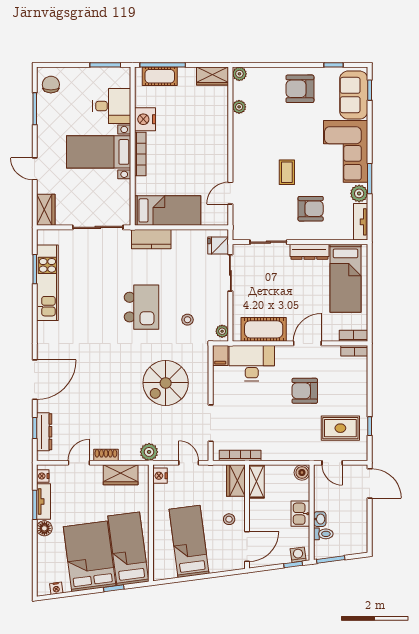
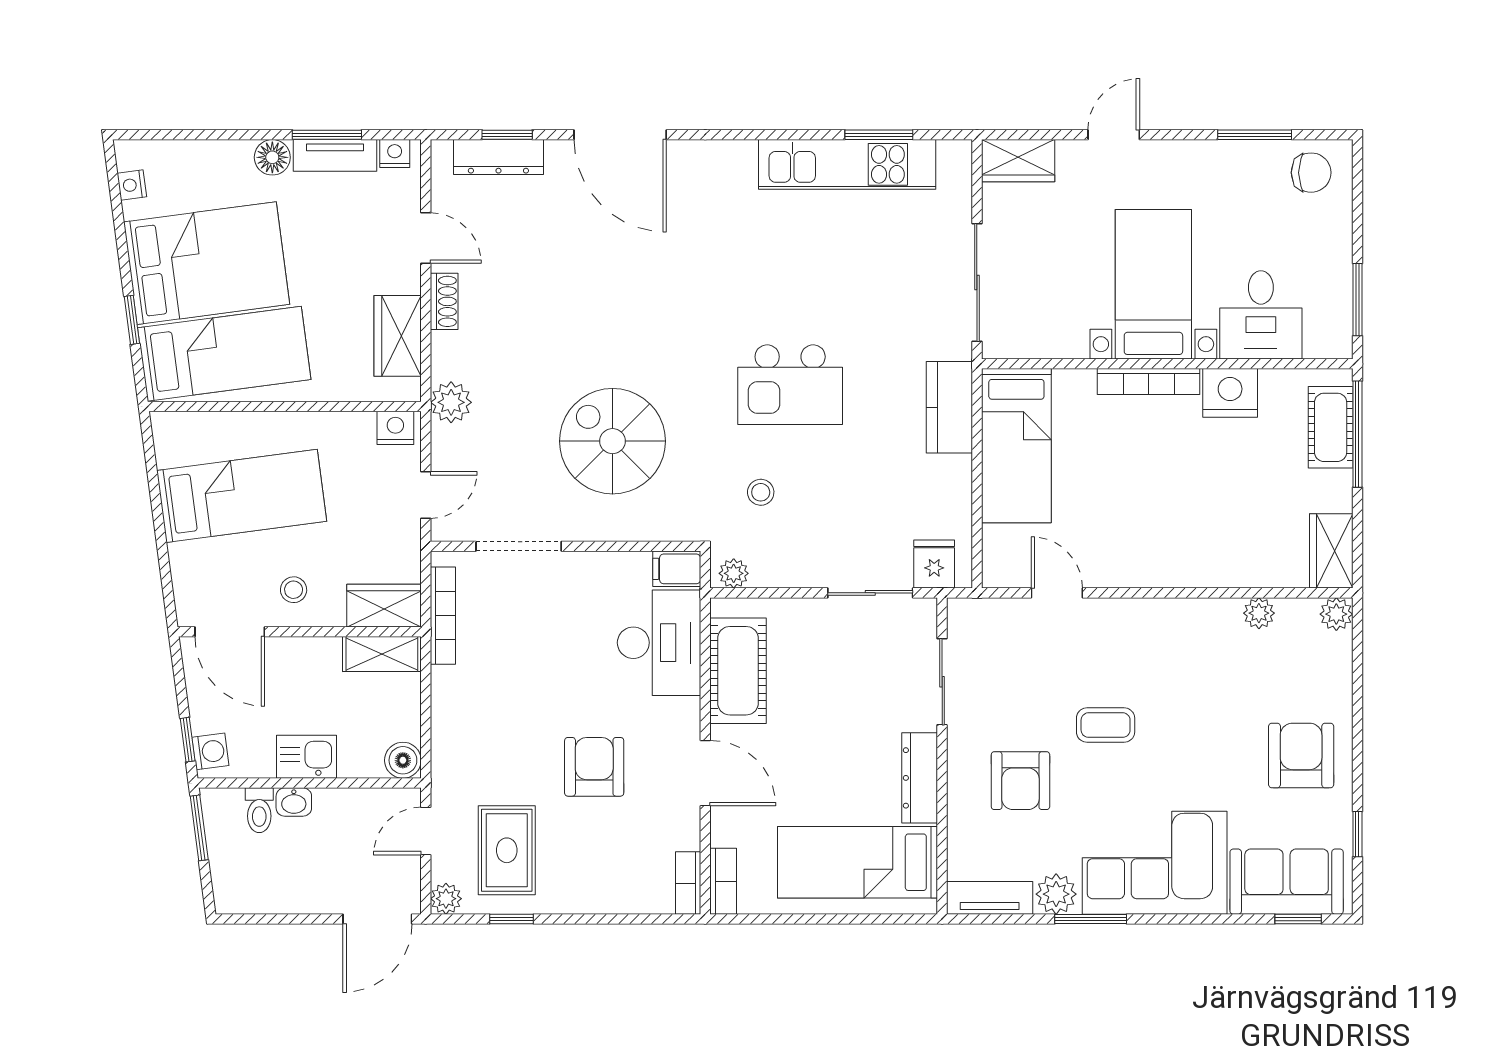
plant: (361, 454) -> (446, 899), added

